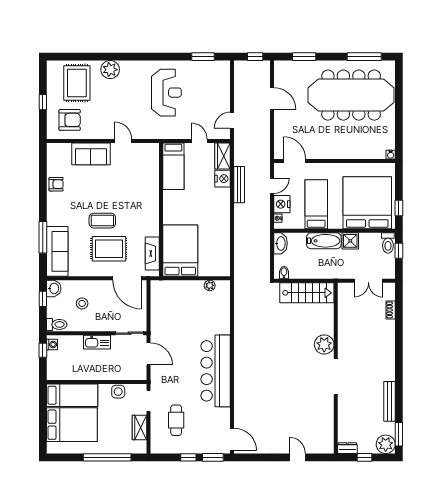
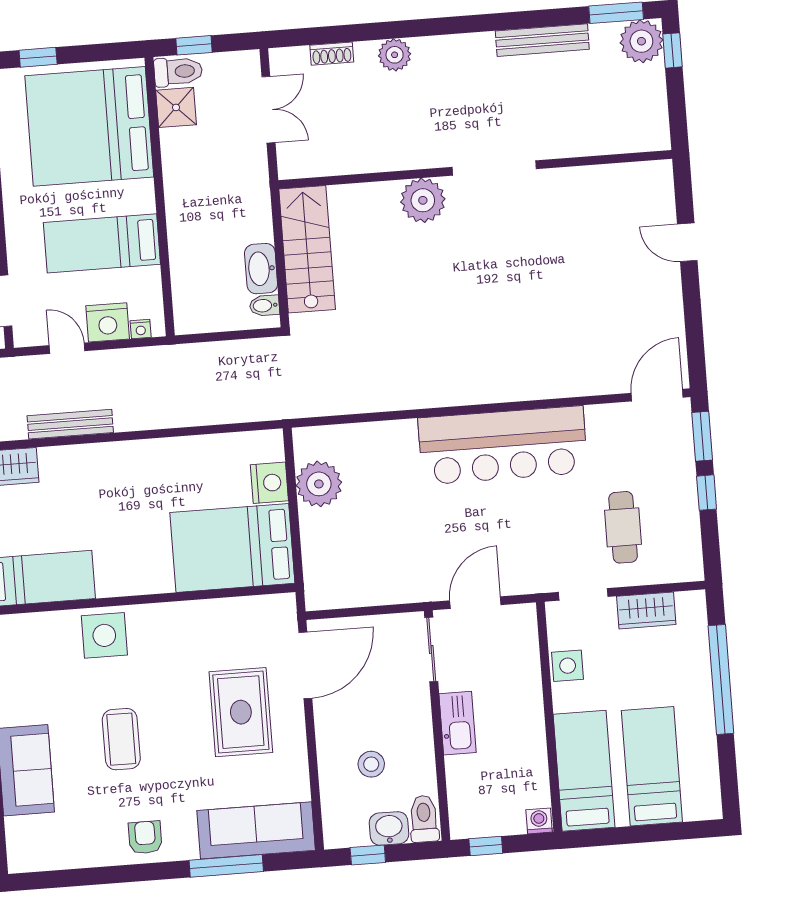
nightstand: (223, 179) -> (269, 483), moved, turned 90
armchair: (56, 184) -> (145, 837), moved
side table: (147, 192) -> (104, 635), added
window: (399, 208) -> (38, 57), moved
coffee table: (102, 221) -> (121, 739), moved
bathtub: (324, 241) -> (184, 219), removed
shower: (350, 241) -> (176, 107), moved
washbasin: (281, 243) -> (261, 269), moved, turned -90
fireplace: (152, 254) -> (244, 612), removed
plant: (210, 285) -> (319, 484), width x1.87, depth x1.87
washbasin: (54, 288) -> (389, 828), moved
plant: (388, 337) -> (395, 55), added
washing machine: (52, 344) -> (539, 821), moved
cafe table: (176, 420) -> (623, 527), turned 90
bed: (72, 425) -> (652, 766), width x0.67
dresser: (347, 448) -> (657, 129), removed
door: (297, 457) -> (687, 242), hinge flipped
window: (364, 457) -> (673, 50), moved

